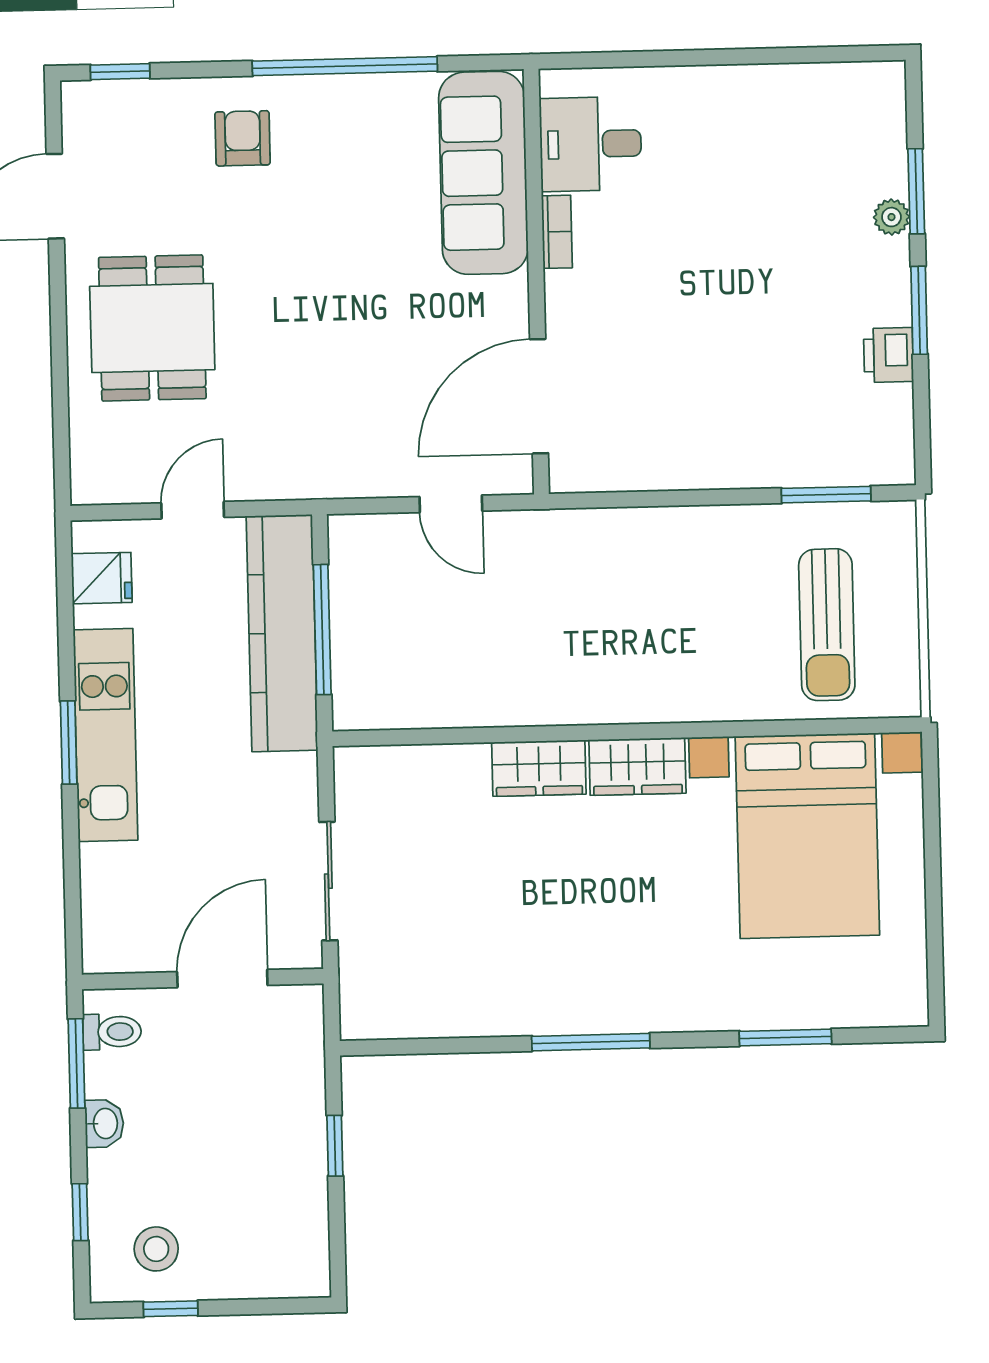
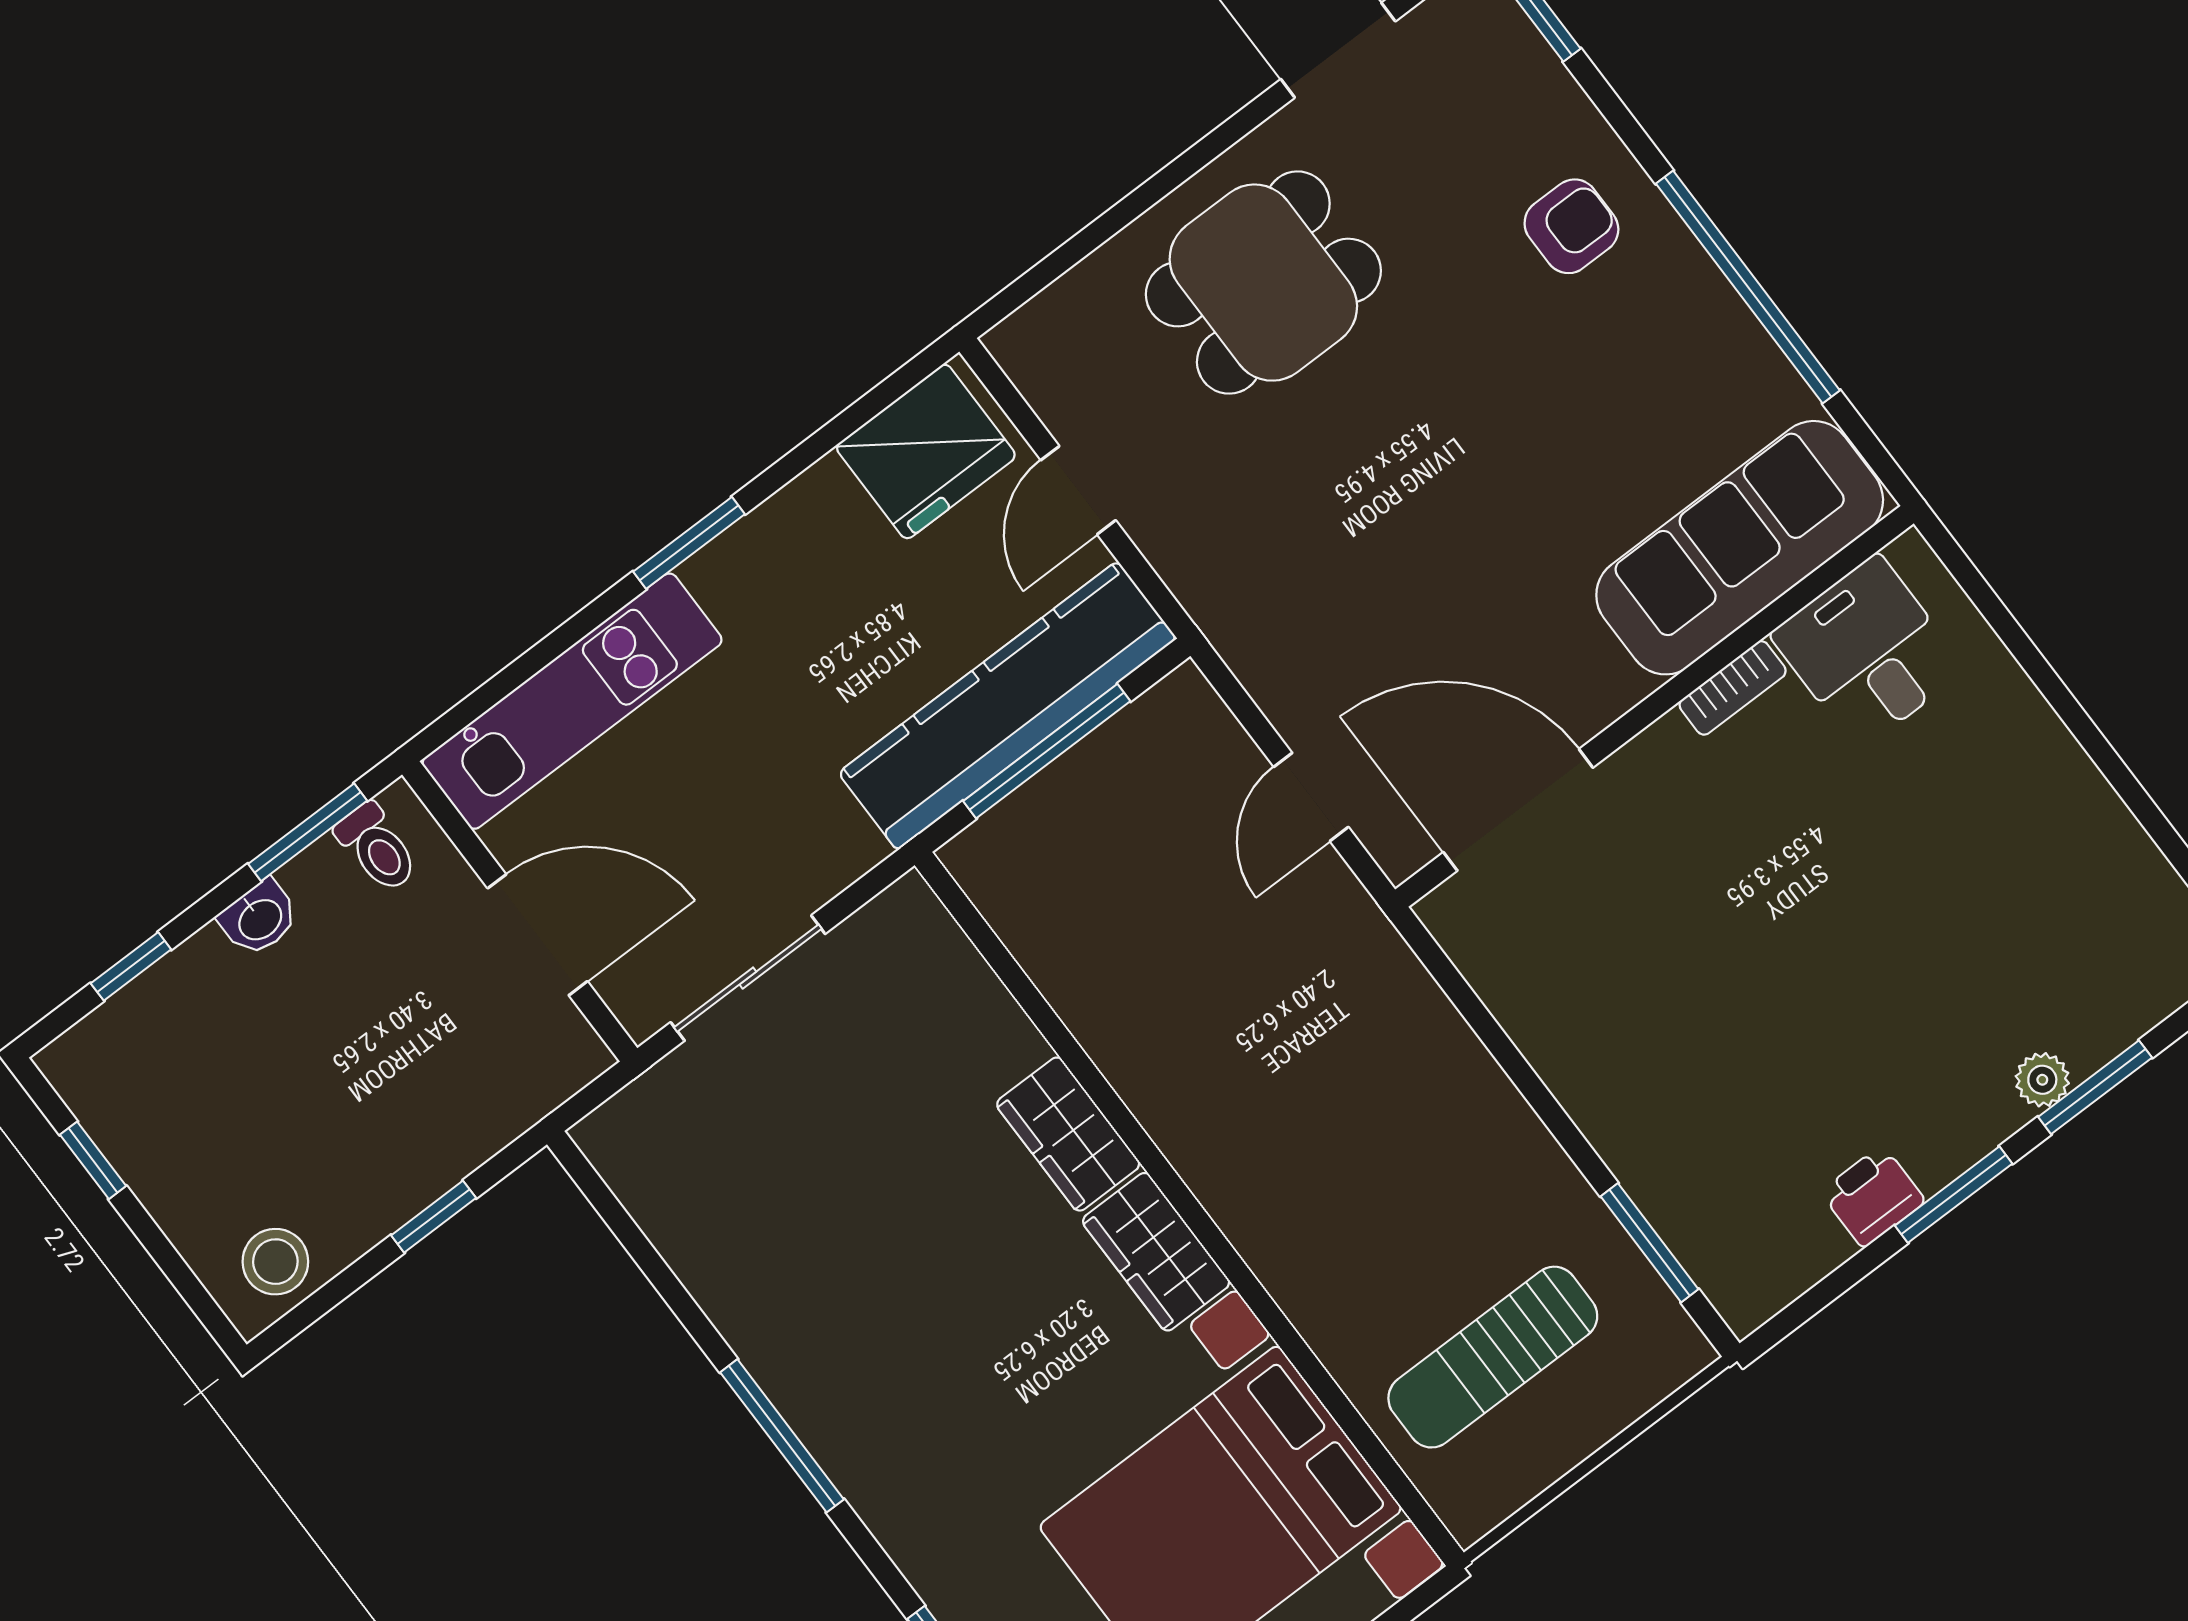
door: (193, 510) -> (1078, 490), swing flipped
fridge: (102, 578) -> (926, 451), width x1.88, depth x1.34
kitchen unit: (106, 735) -> (572, 701), moved
stool: (156, 1249) -> (275, 1262), moved

